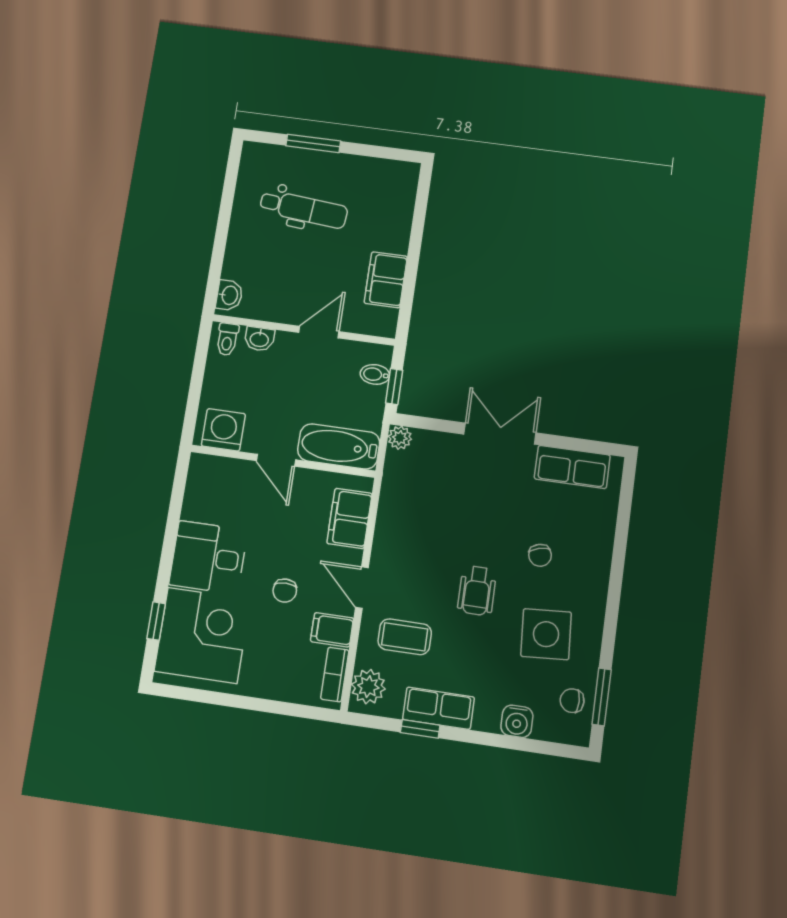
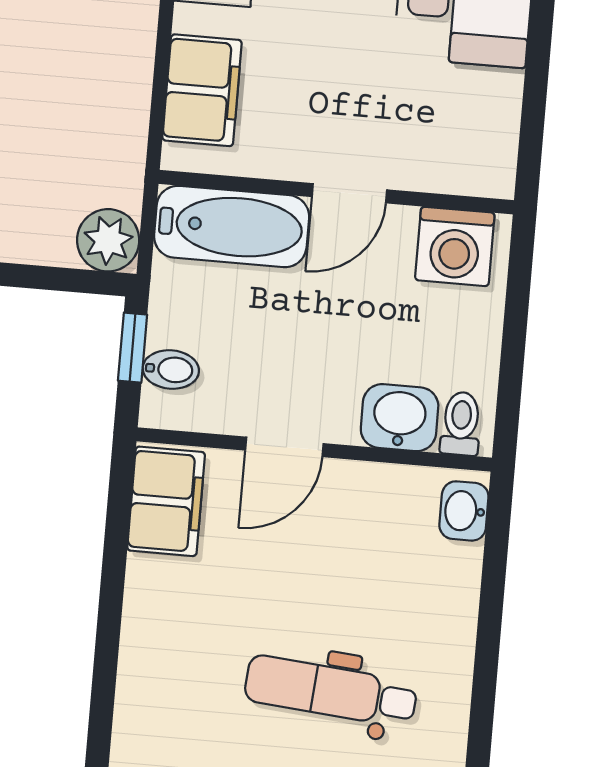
filing cabinet: (386, 280) -> (166, 501), moved
washbasin: (259, 339) -> (400, 418), width x1.38, depth x1.45
plant: (400, 438) -> (108, 240), width x1.38, depth x1.38
door: (276, 460) -> (349, 193), swing flipped

